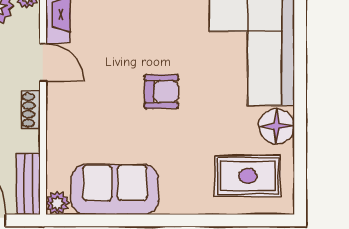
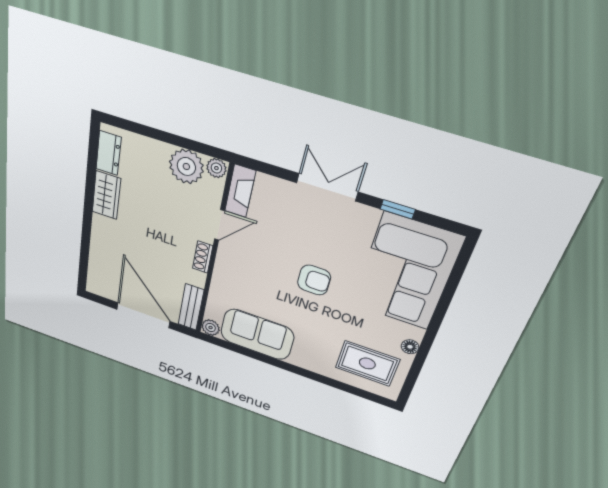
door: (43, 62) -> (220, 225), hinge flipped
floor lamp: (277, 126) -> (410, 347), width x0.53, depth x0.53

